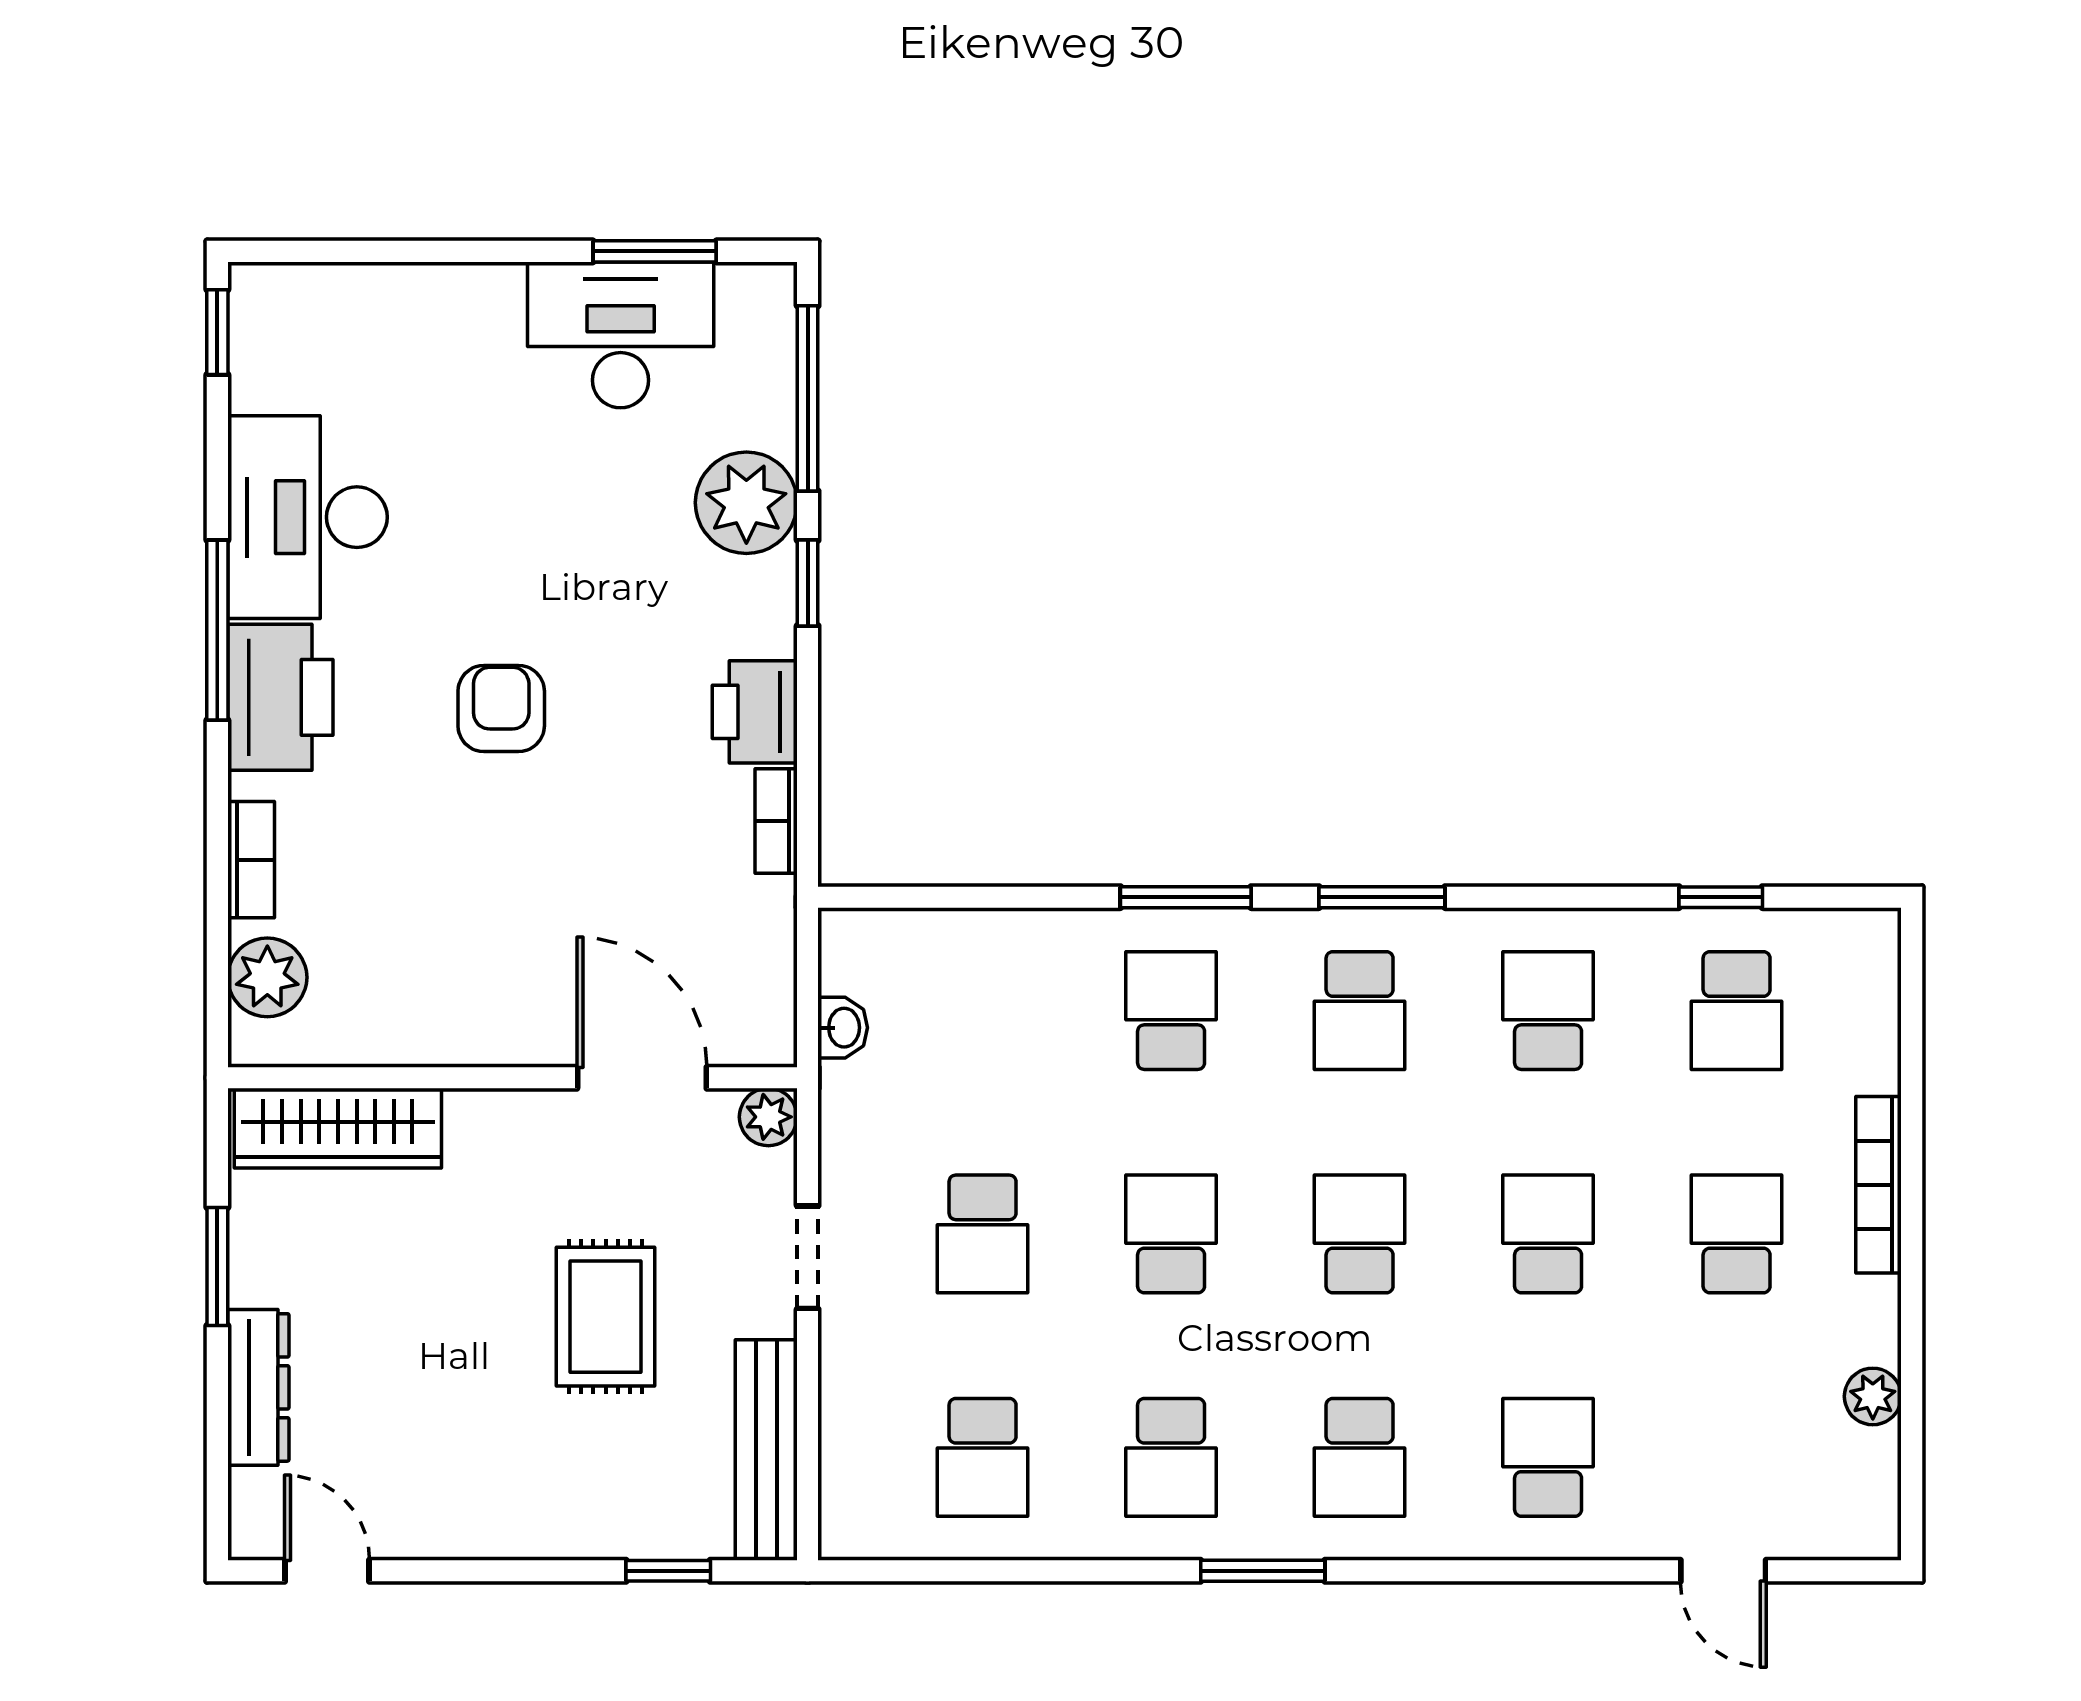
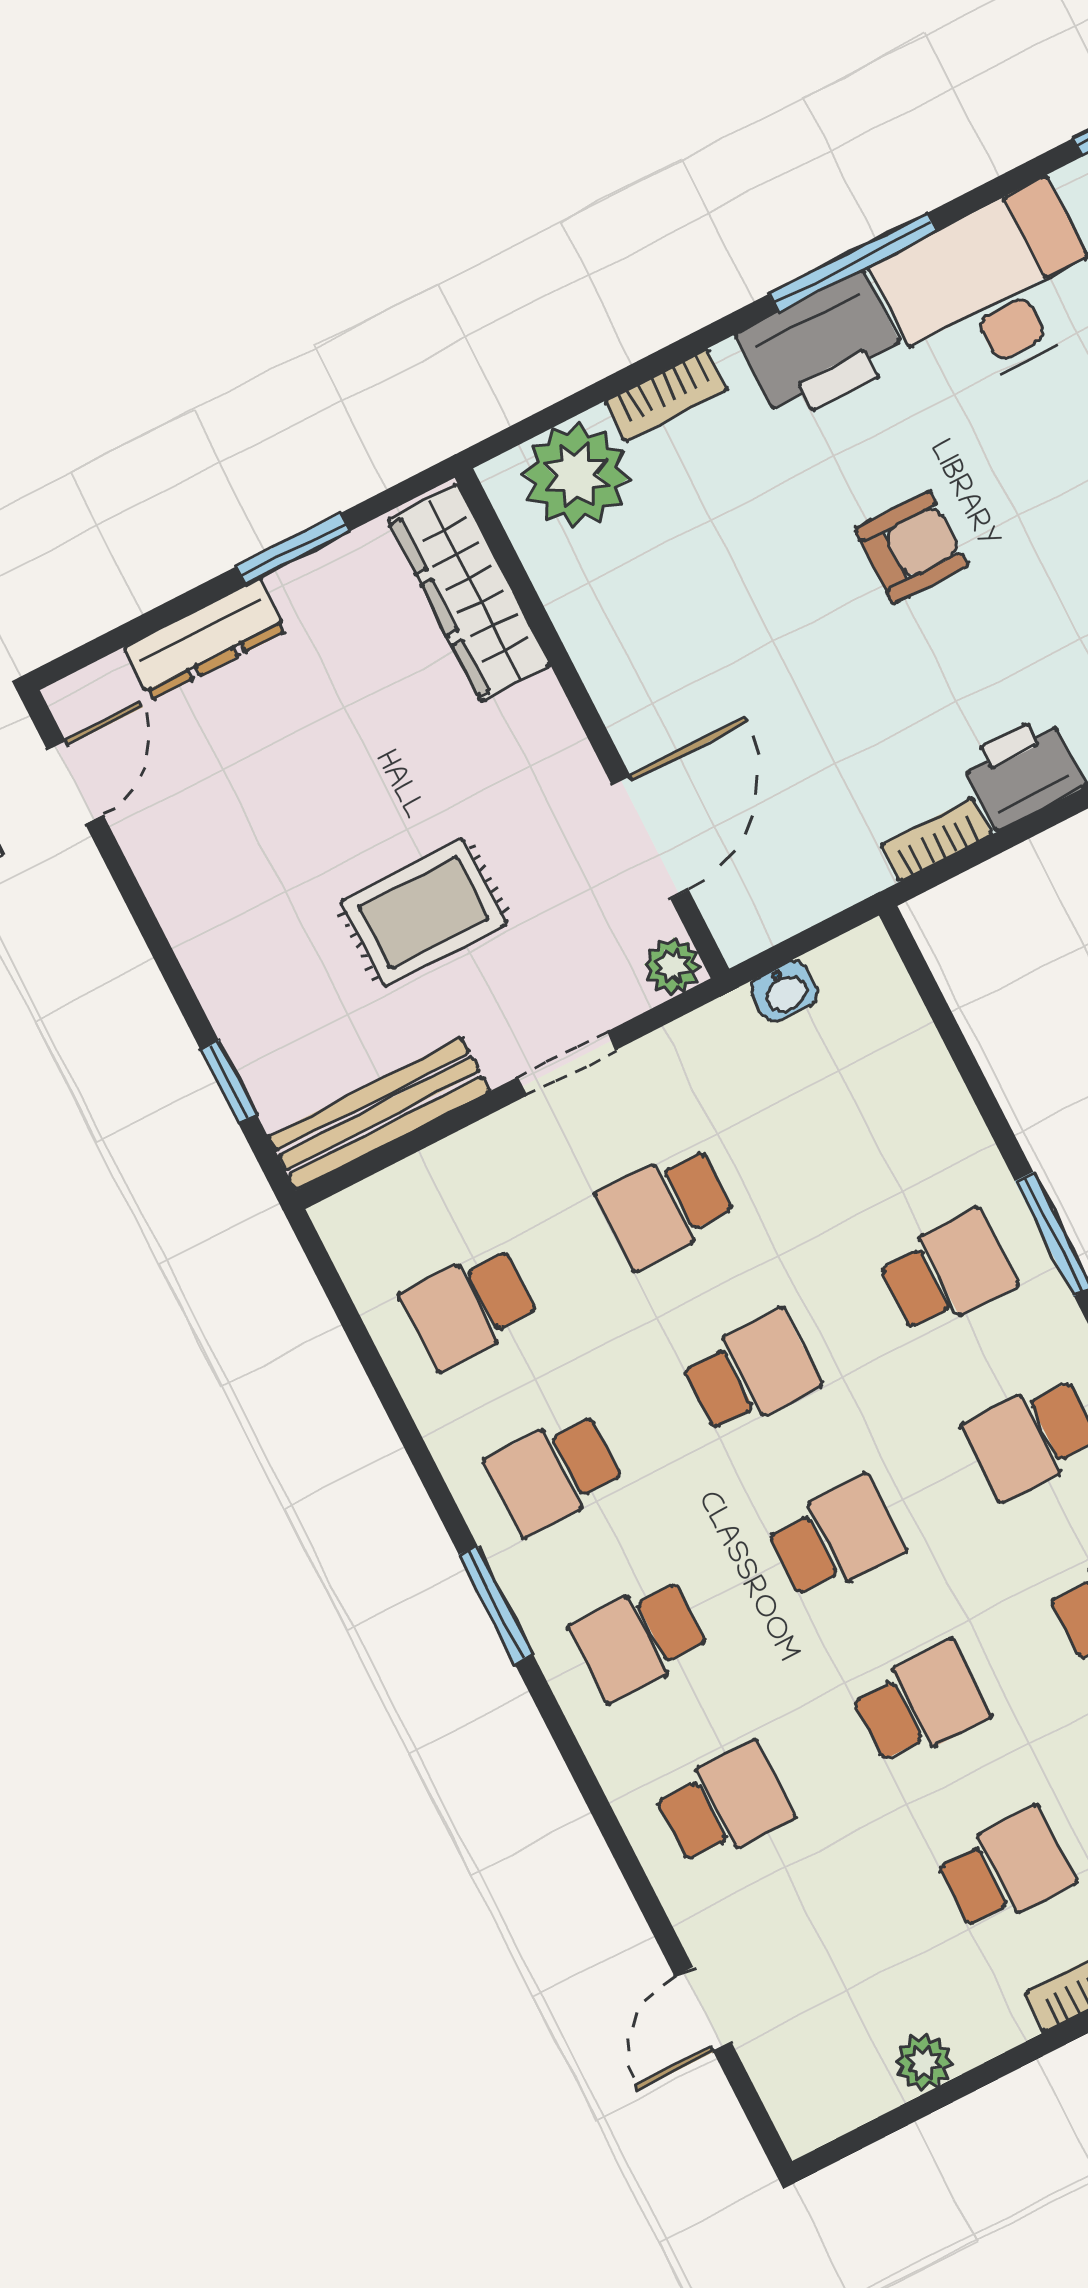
plant: (267, 977) -> (576, 475), width x1.36, depth x1.36

